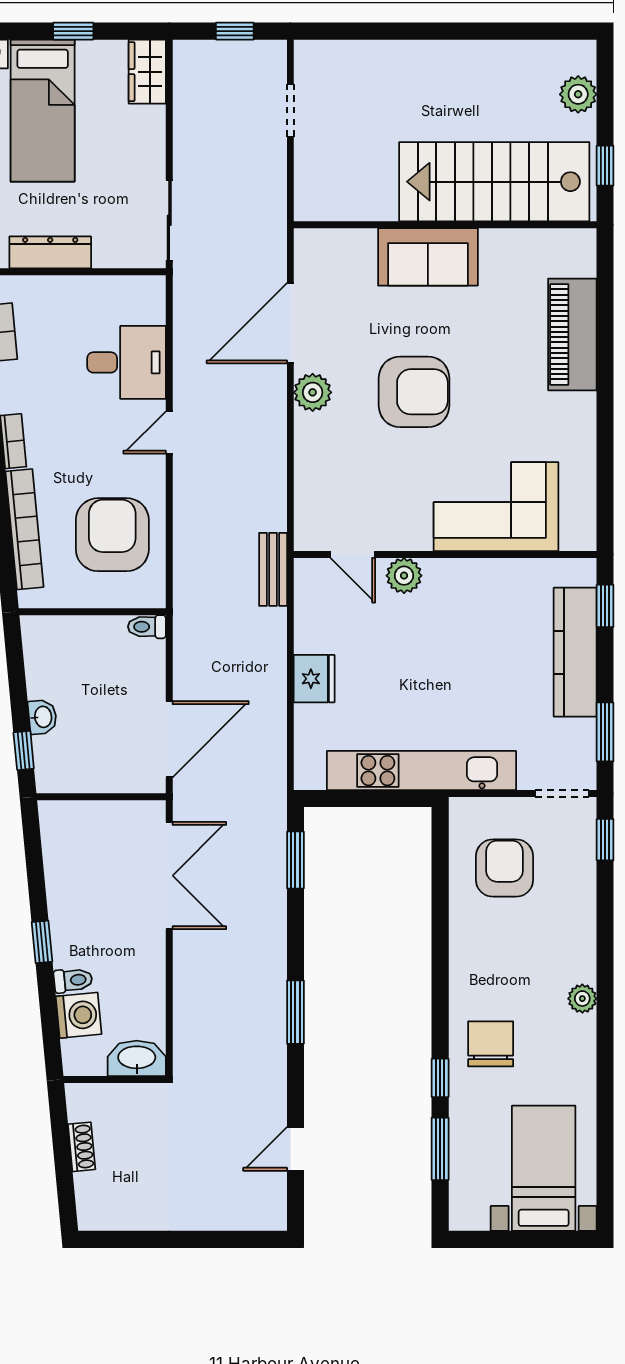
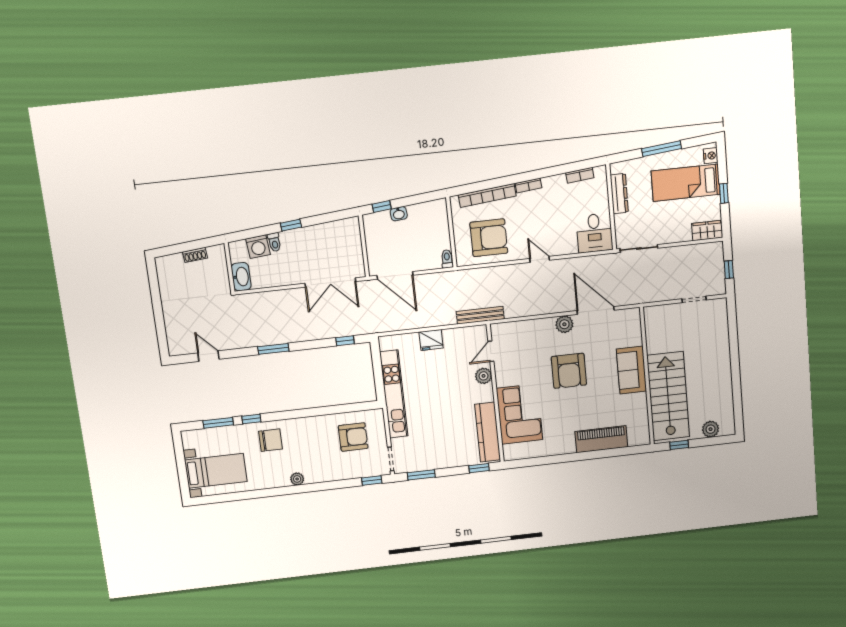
desk: (127, 362) -> (594, 233), moved
bench: (273, 569) -> (480, 315), width x1.36
kitchen counter: (575, 652) -> (488, 432), moved, turned -90
window: (295, 860) -> (345, 341), width x0.67

